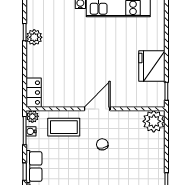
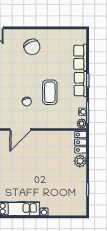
plant: (34, 37) -> (80, 161), moved
door: (97, 109) -> (20, 129), moved
coffee table: (64, 127) -> (50, 92), moved, turned 90

